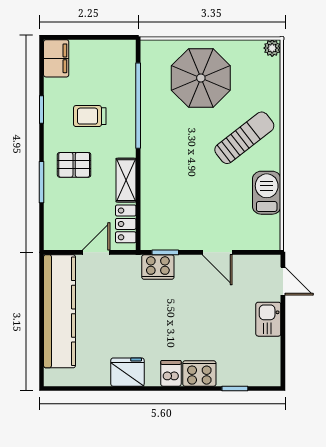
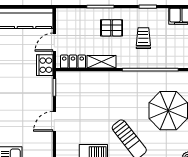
pallet: (74, 165) -> (112, 28), turned 90
door: (96, 252) -> (54, 42), swing flipped
cooker: (158, 267) -> (45, 65), moved

